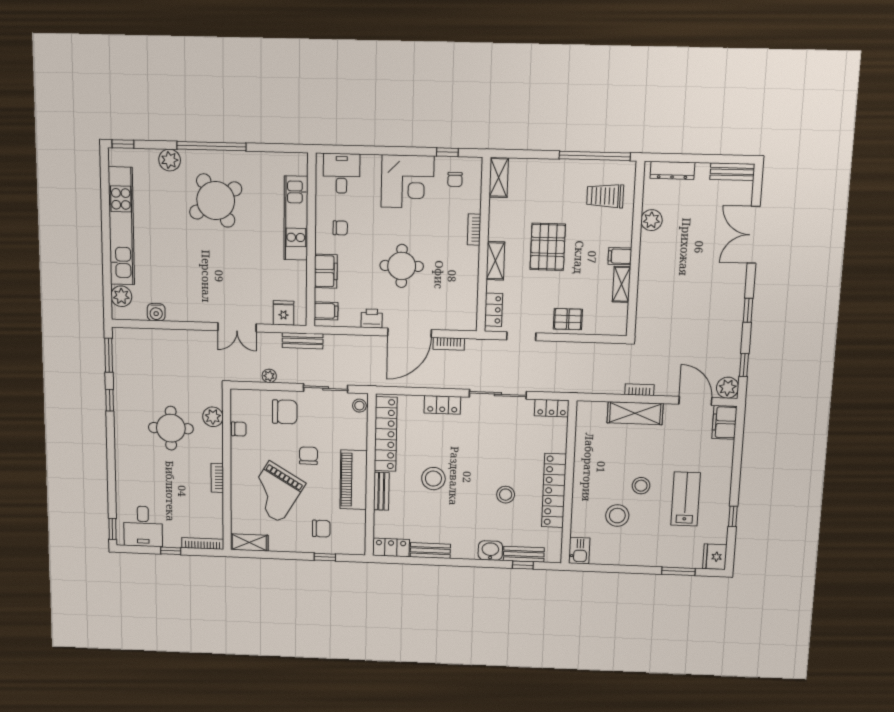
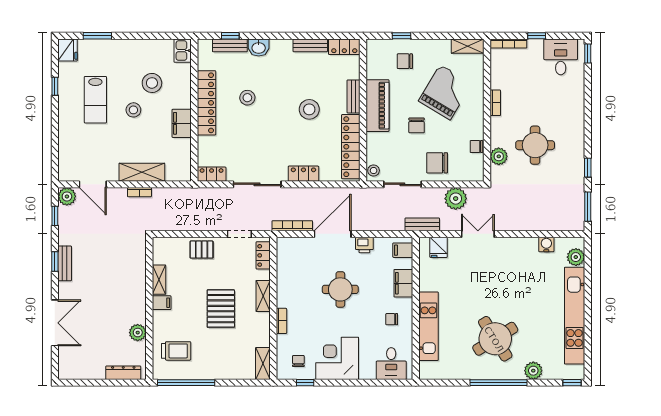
bench: (732, 172) -> (65, 263), moved, turned 90
bookcase: (449, 344) -> (292, 226), width x1.56
plant: (269, 376) -> (456, 199), width x1.88, depth x1.88
filing cabinet: (725, 422) -> (182, 123), moved, turned 180

